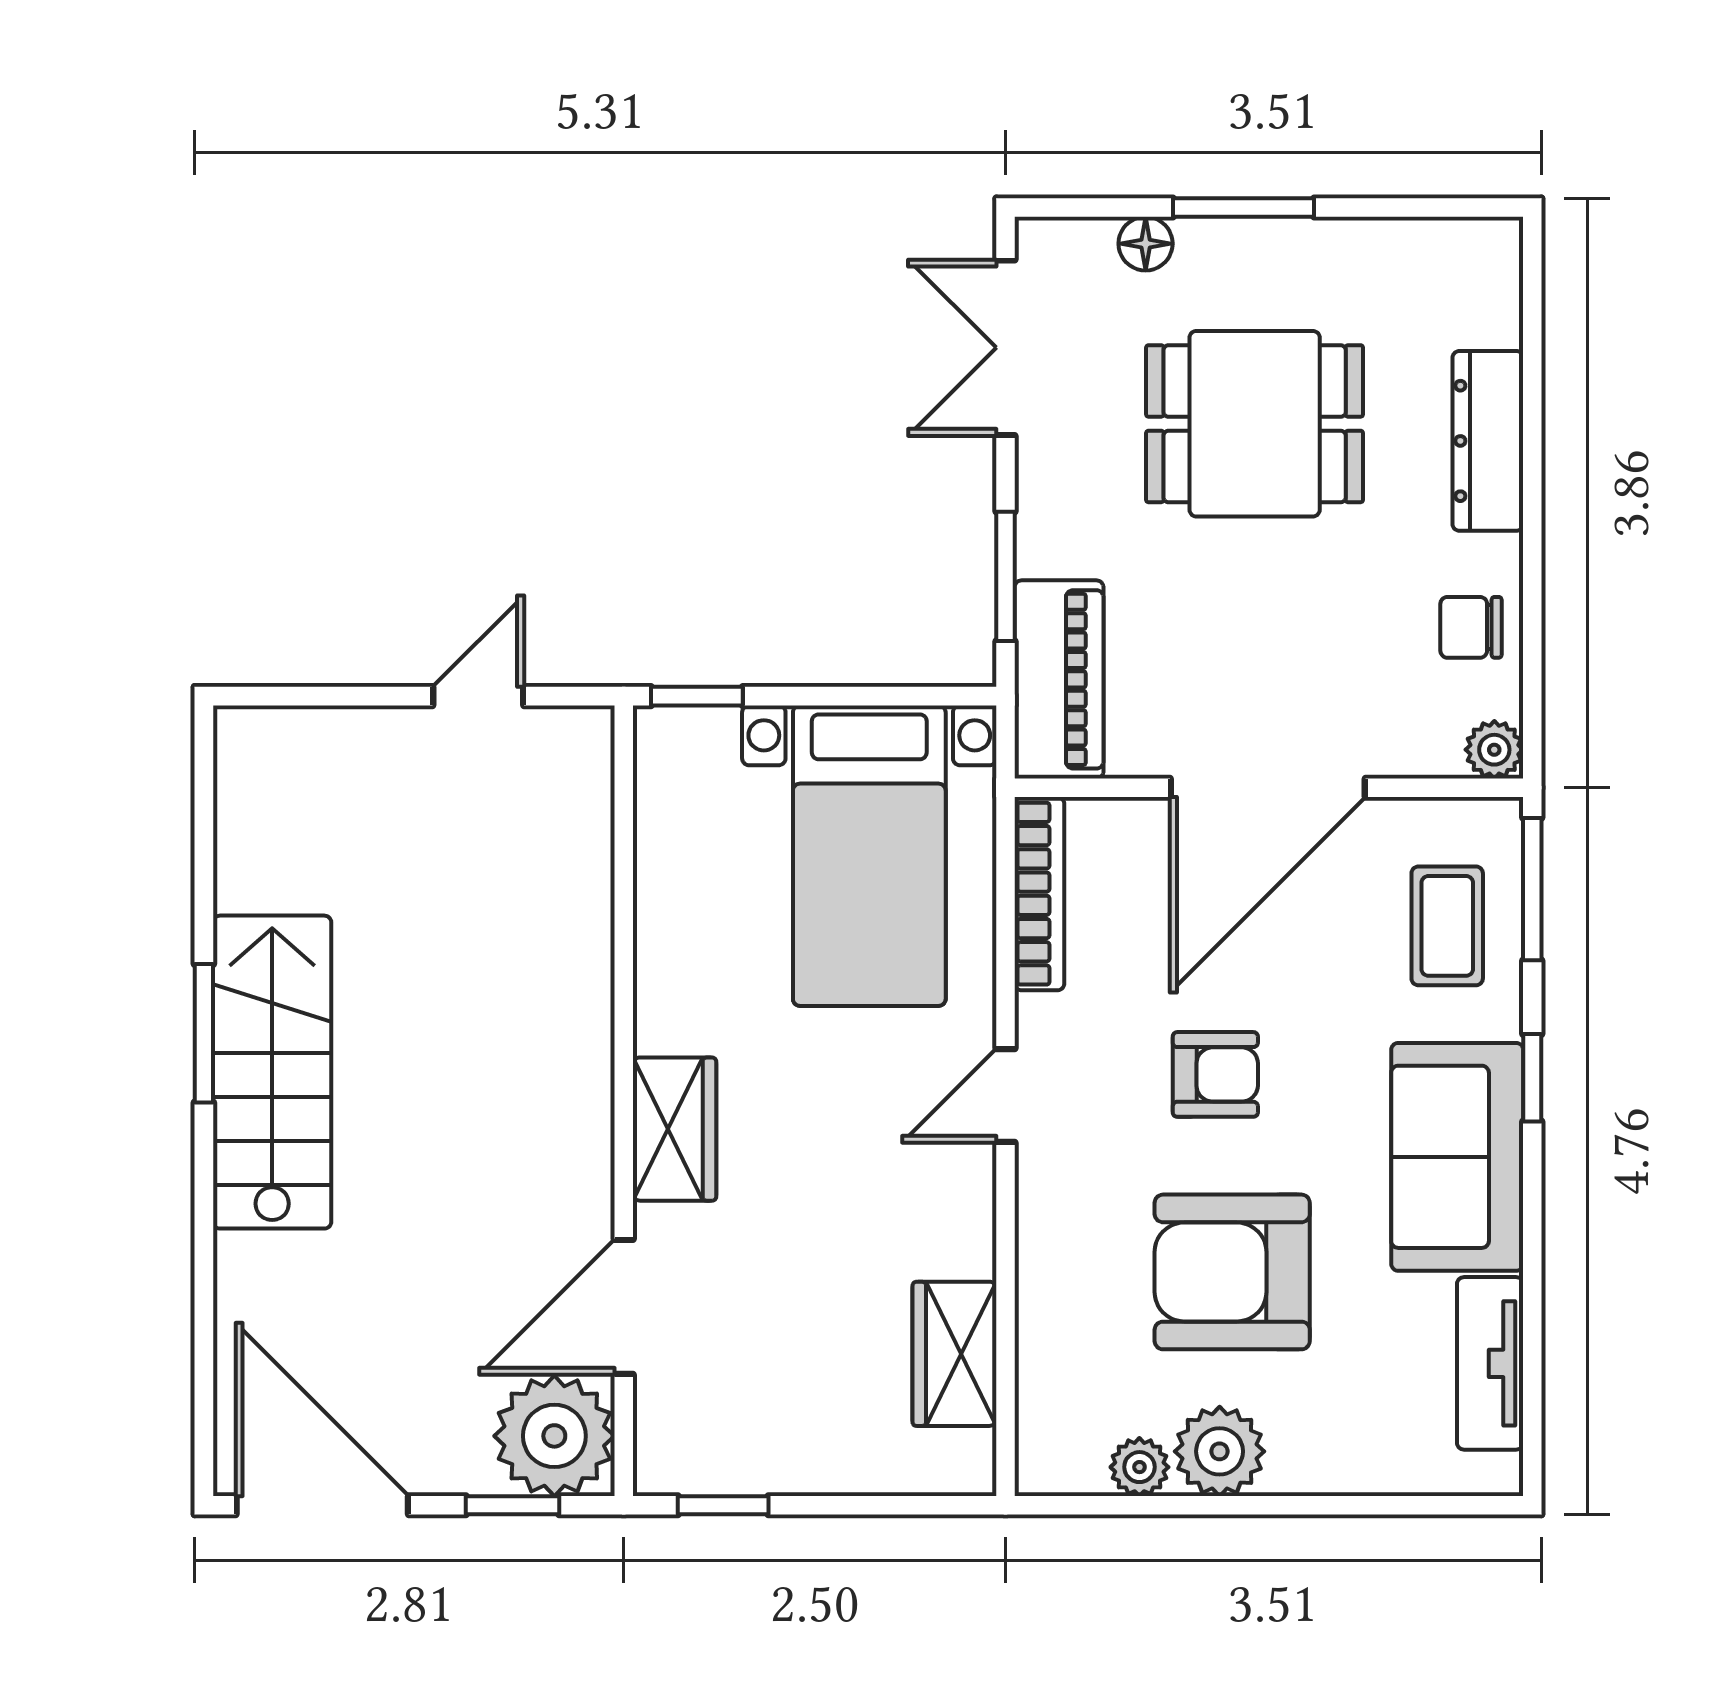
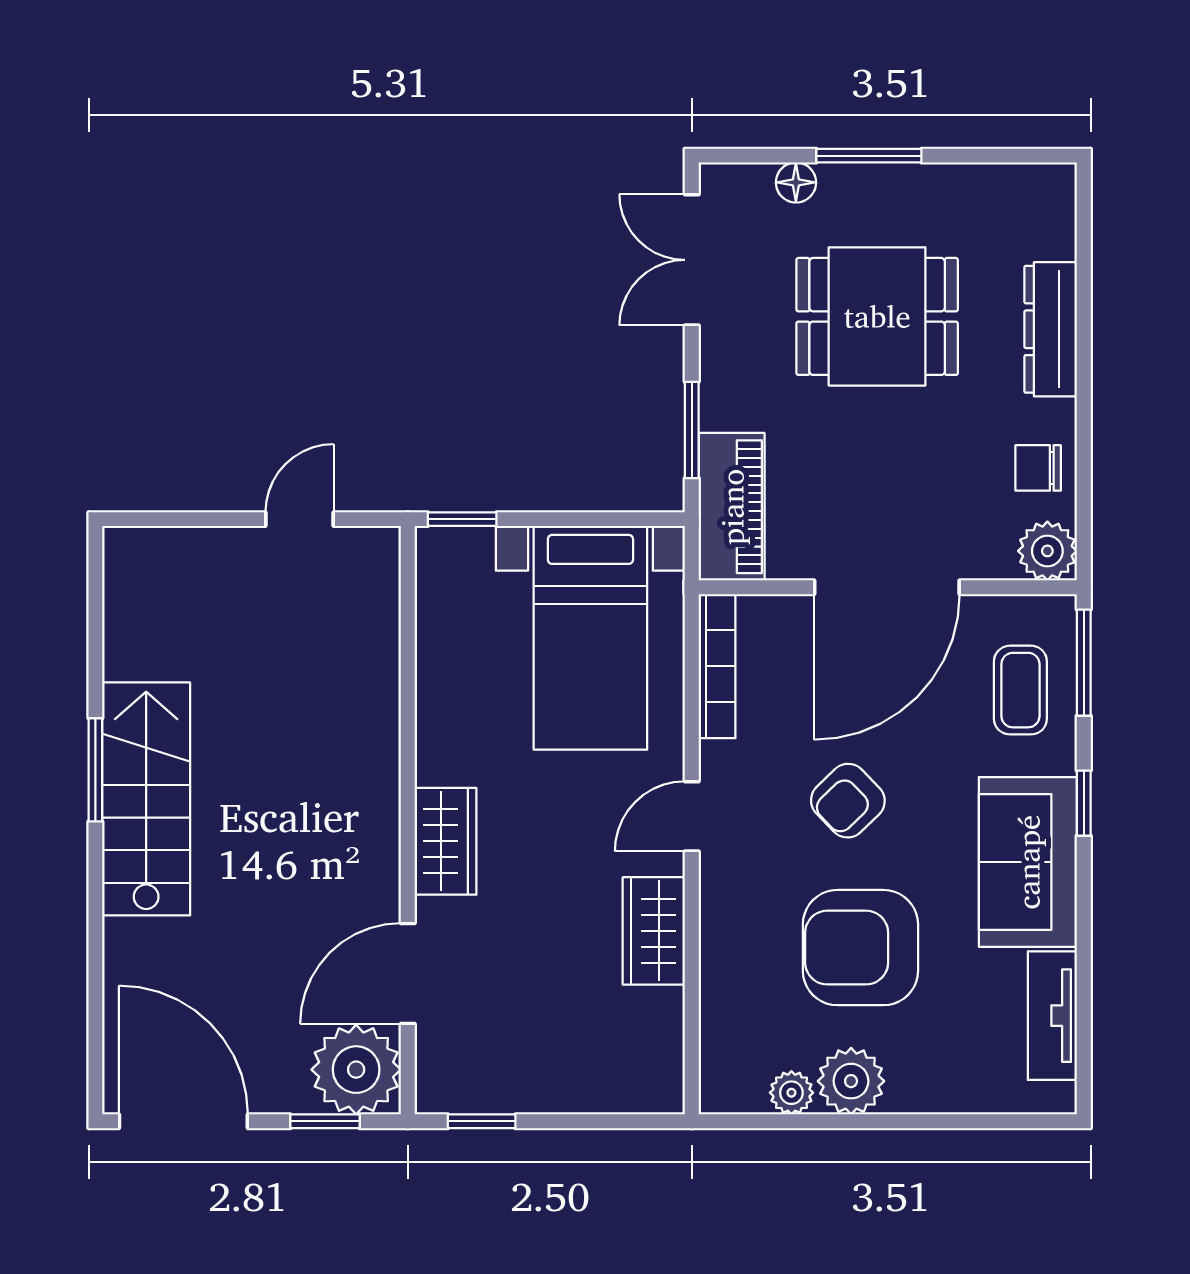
plant: (1494, 750) -> (1047, 551), width x1.38, depth x1.38
armchair: (1215, 1074) -> (848, 801), turned 136
wardrobe: (954, 1354) -> (654, 931), moved

